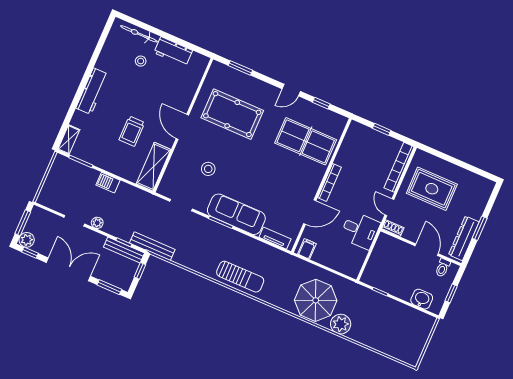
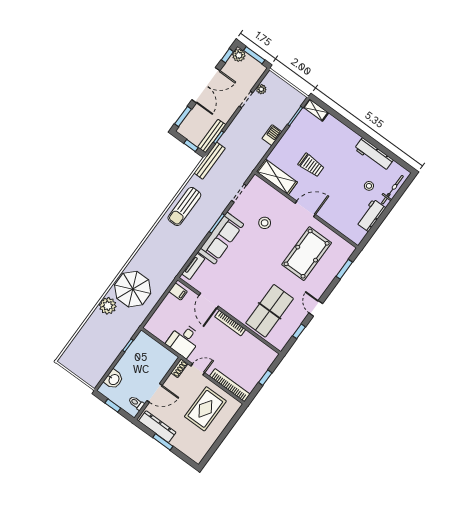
workbench: (92, 91) -> (374, 154), moved
trolley: (132, 131) -> (311, 165), turned 180
plant: (97, 223) -> (261, 89), moved
sun lounger: (240, 277) -> (184, 206), moved

